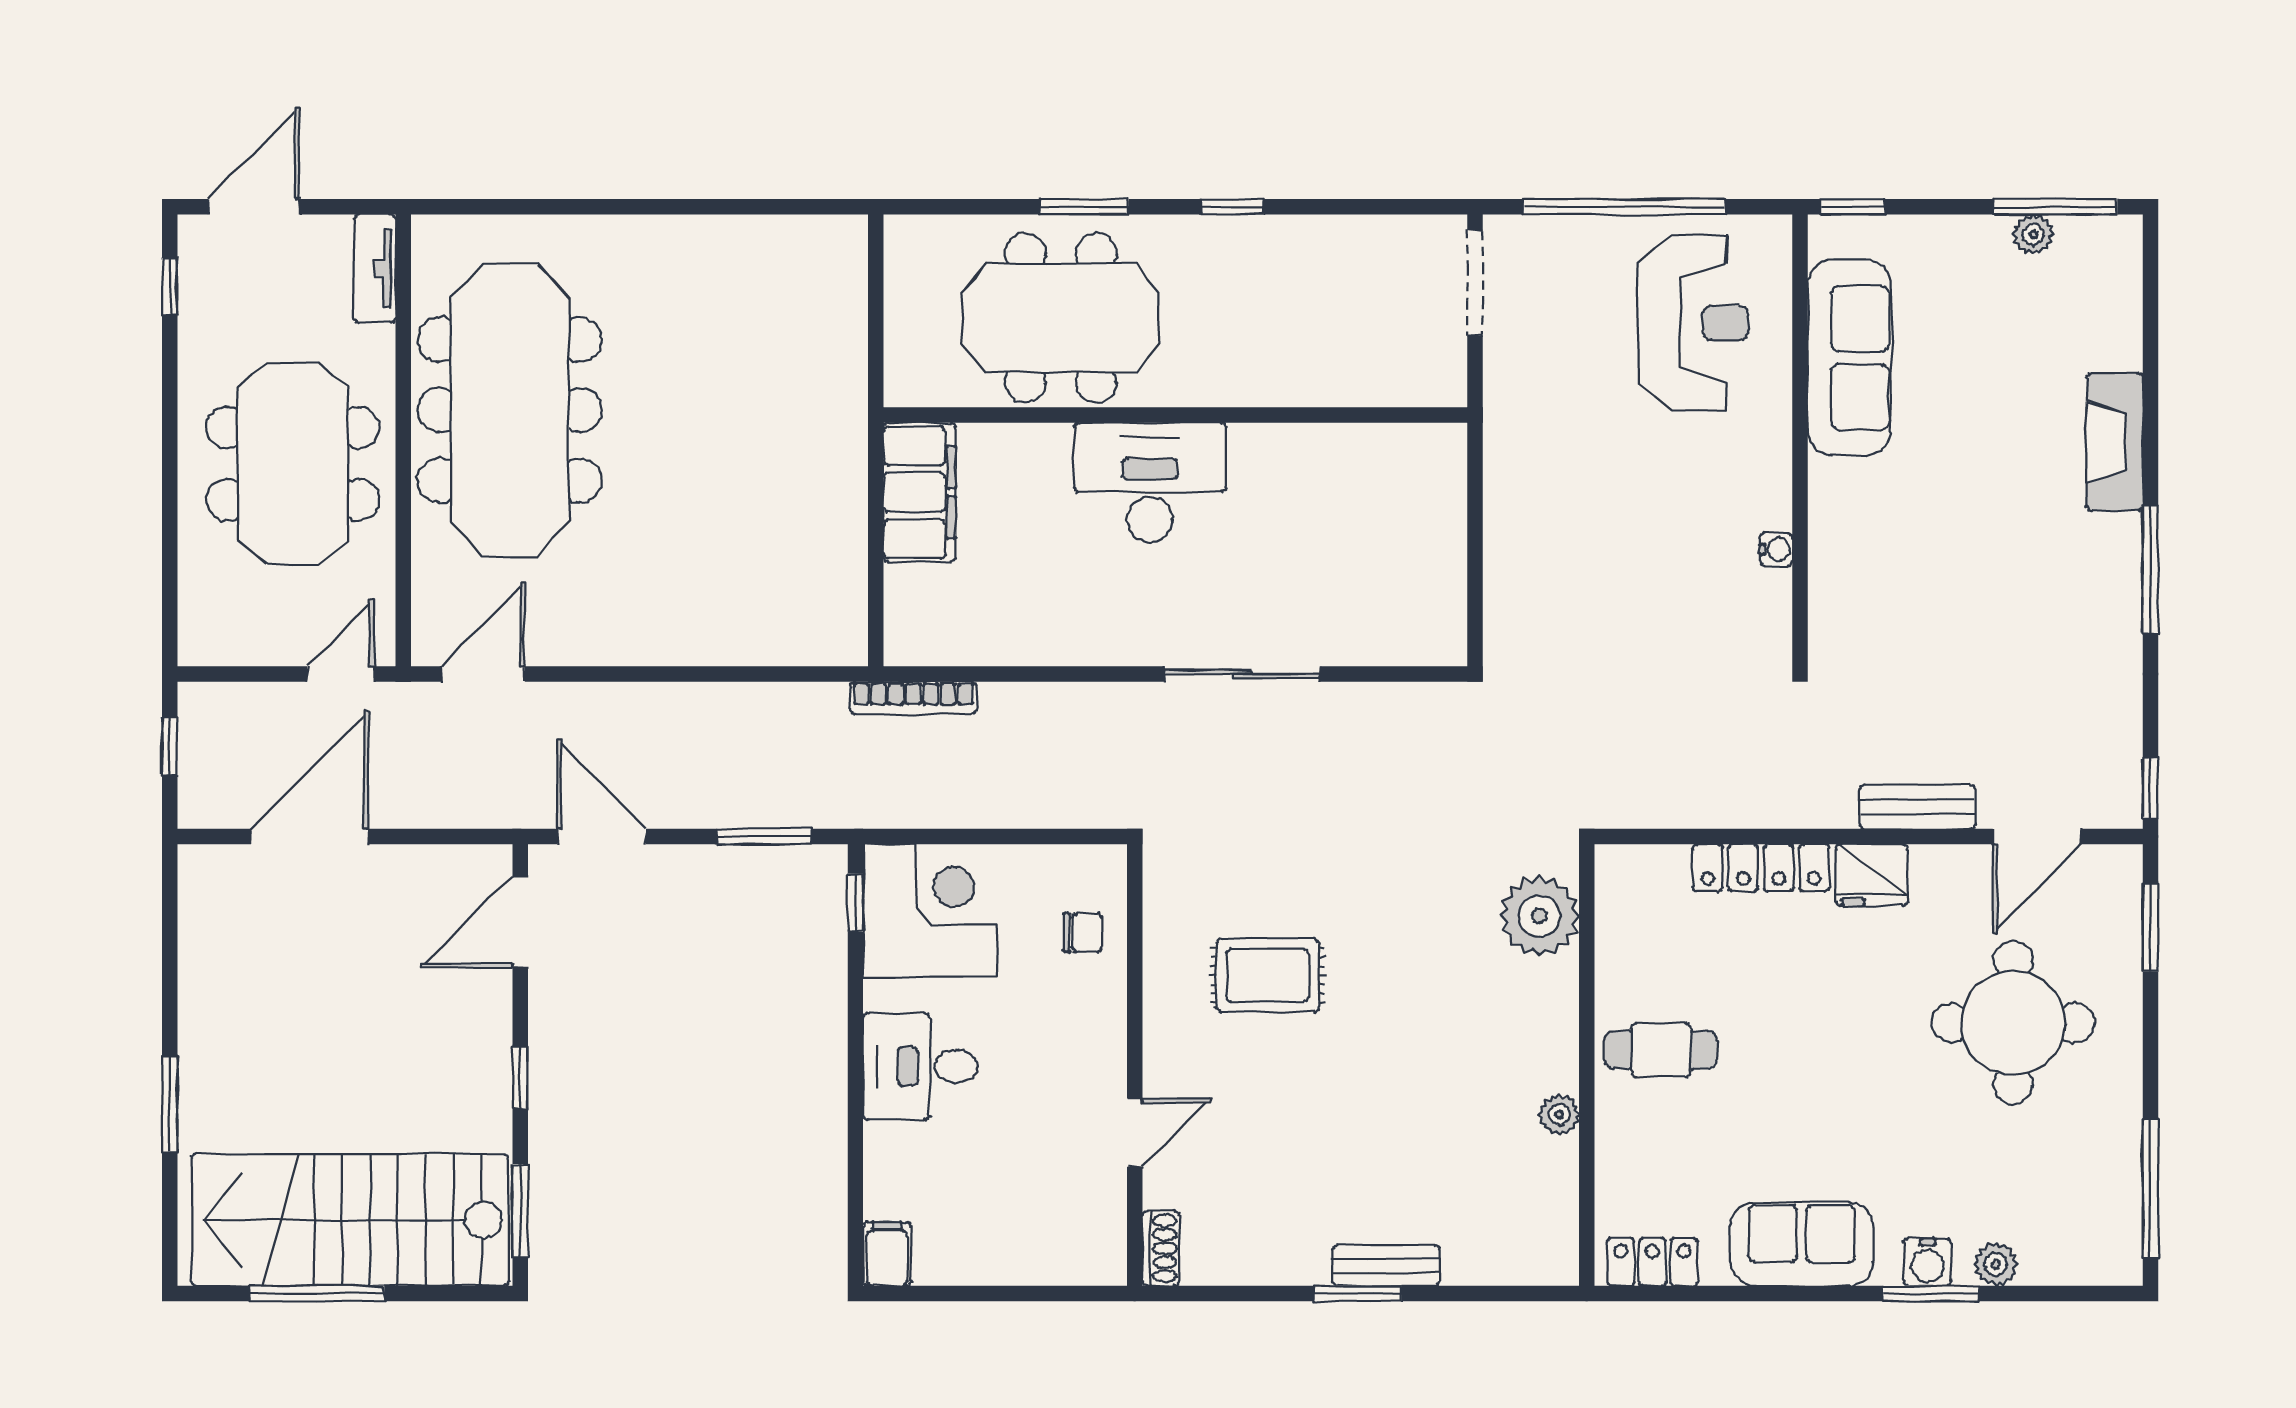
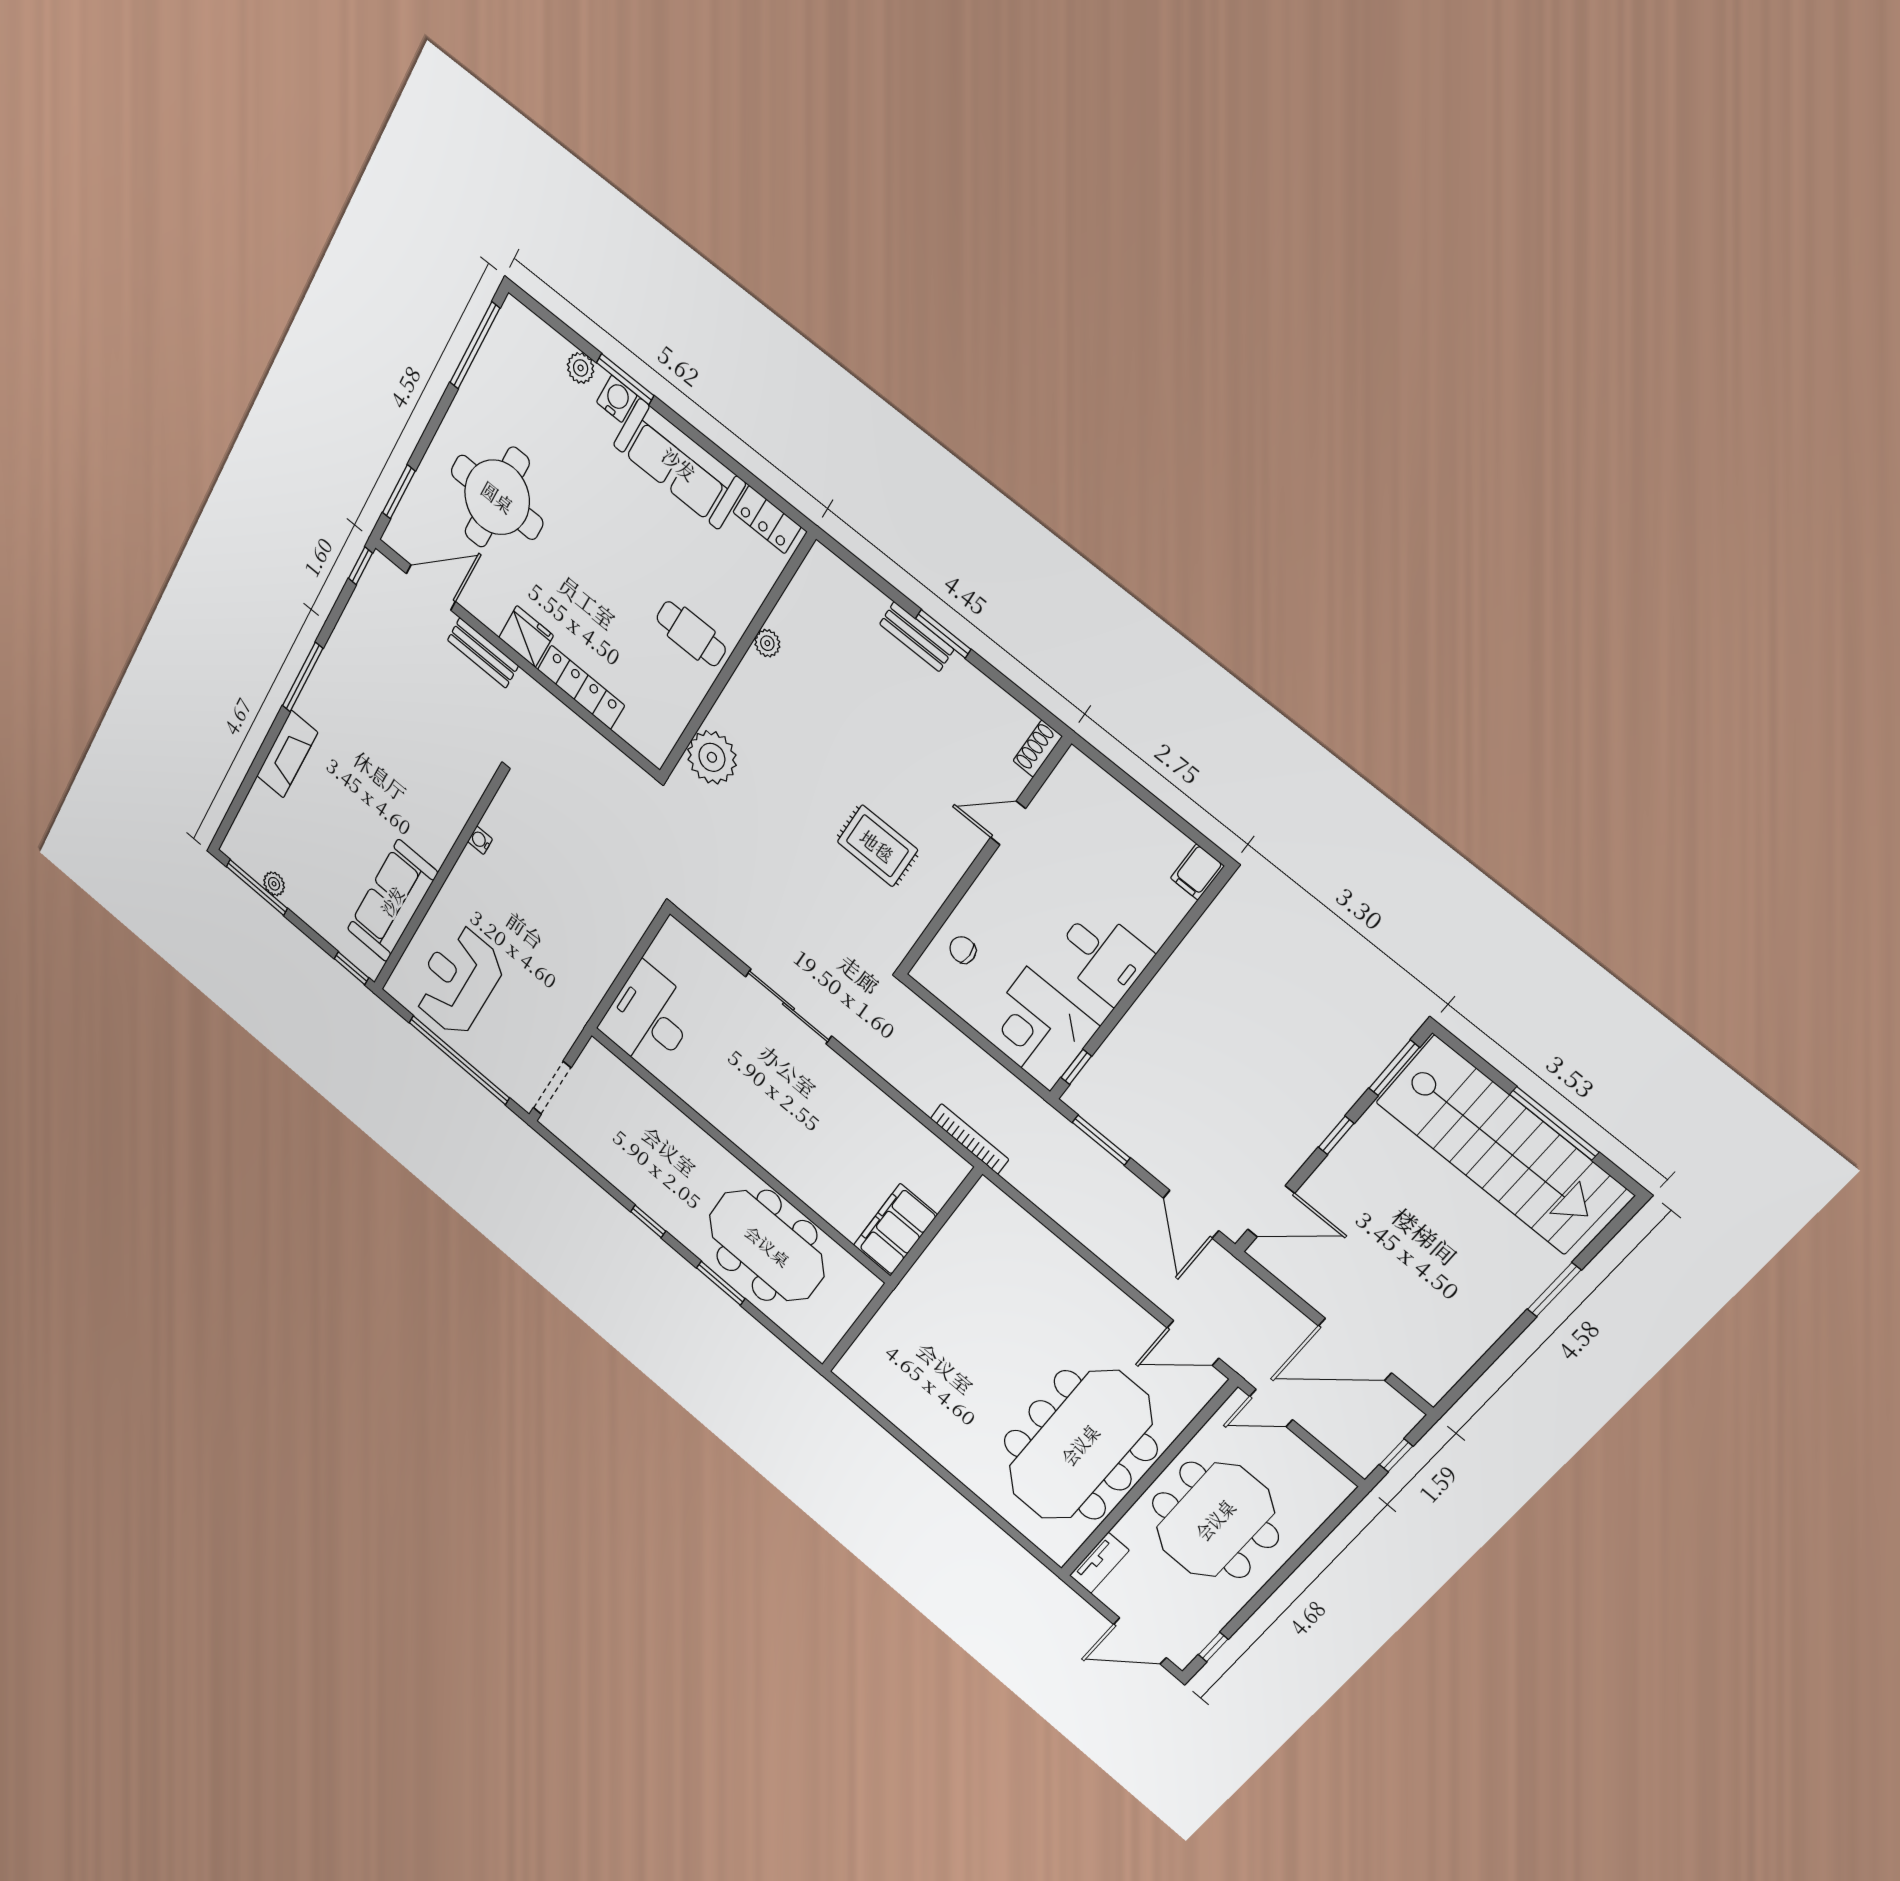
desk: (1150, 482) -> (649, 1018), moved, turned 90
sofa: (1802, 1244) -> (679, 464), width x1.36

